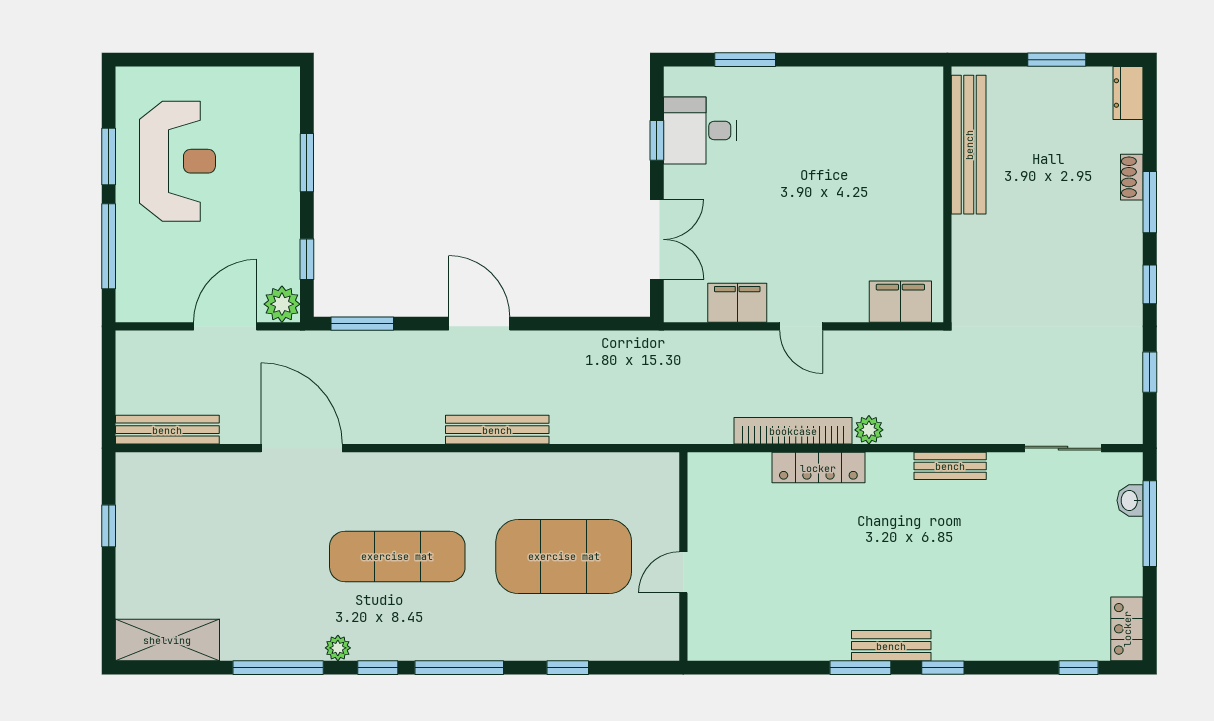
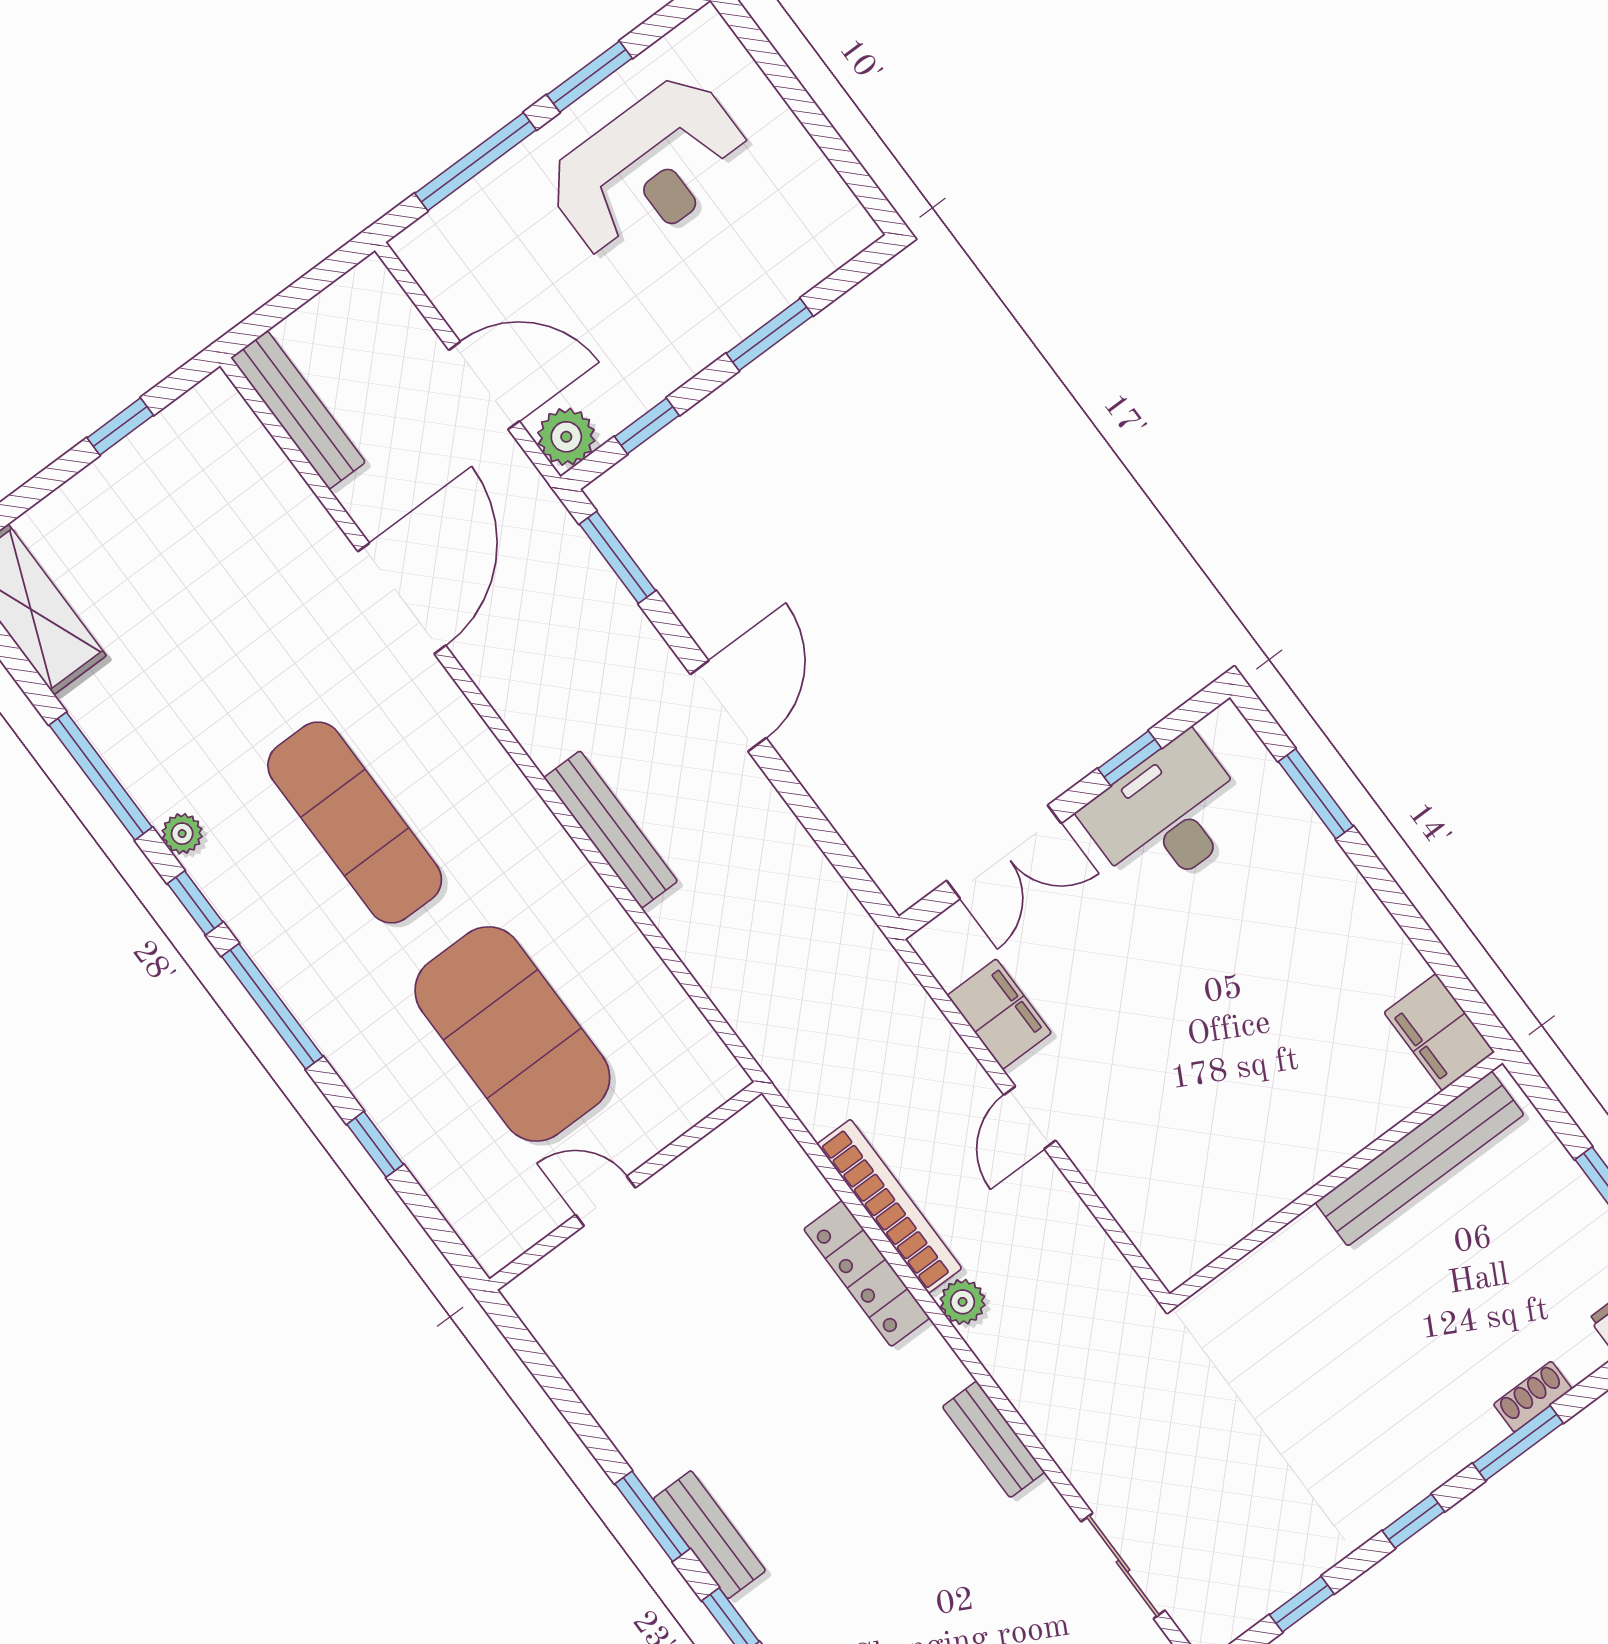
desk: (700, 130) -> (1167, 816), width x1.37
filing cabinet: (900, 302) -> (1439, 1032), moved, turned 180

